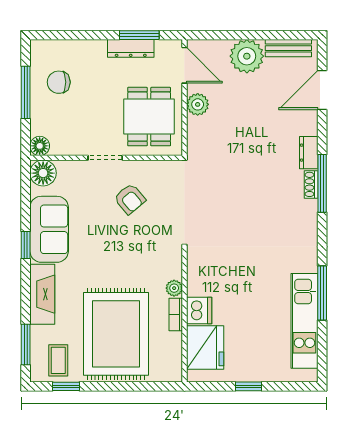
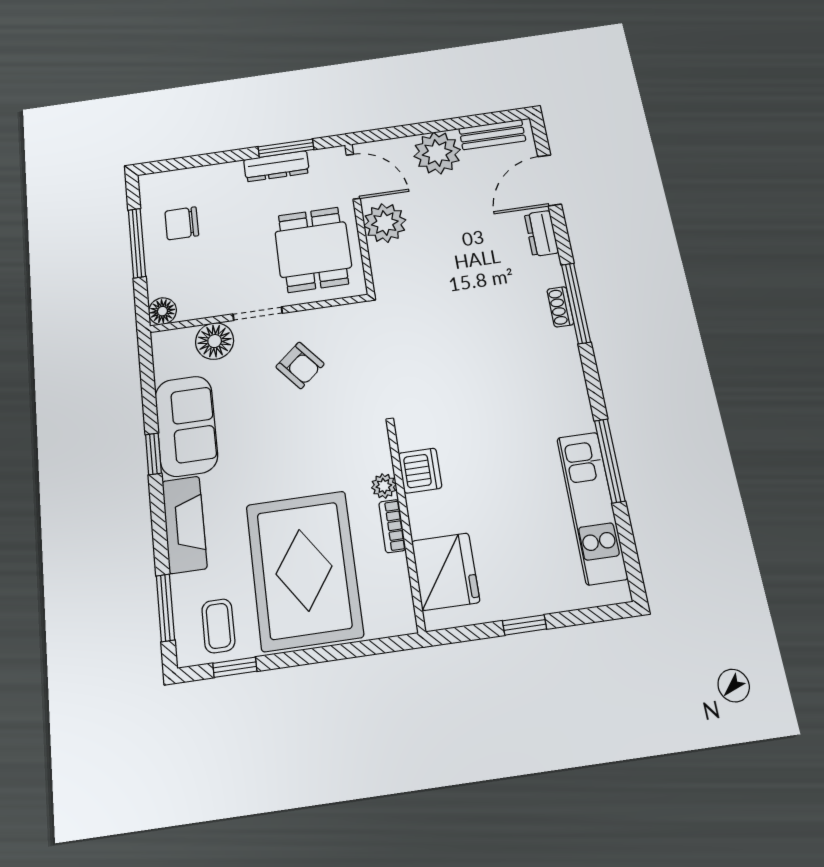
plant: (198, 104) -> (385, 223), width x1.36, depth x1.36
dresser: (309, 153) -> (541, 233), moved
floor lamp: (43, 173) -> (215, 341), moved
dishwasher: (199, 311) -> (420, 471), moved

